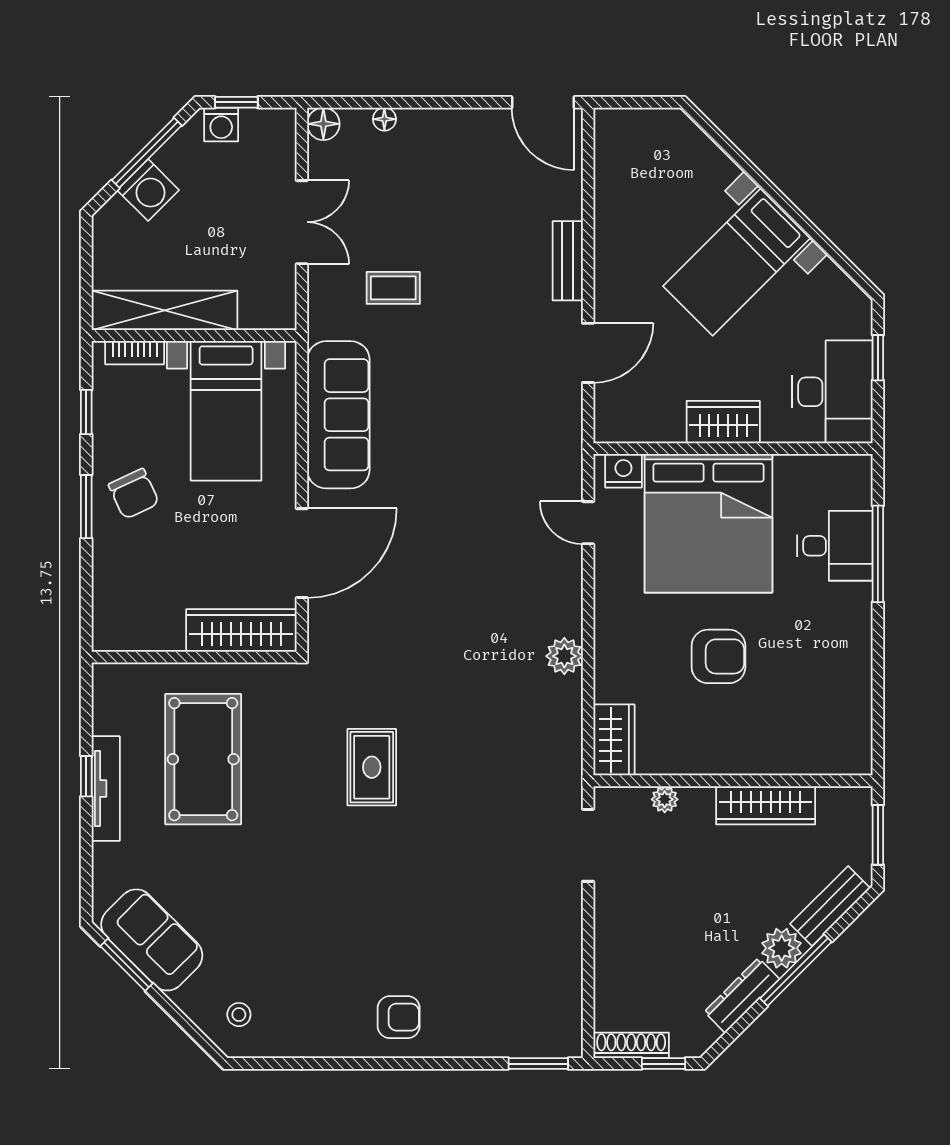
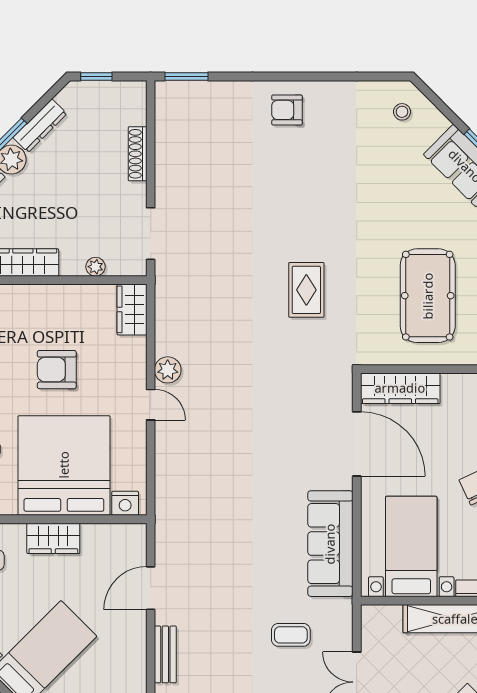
door: (588, 523) -> (151, 405), moved
door: (302, 553) -> (357, 444), swing flipped
shoe rack: (631, 1045) -> (138, 154), moved, turned 90

